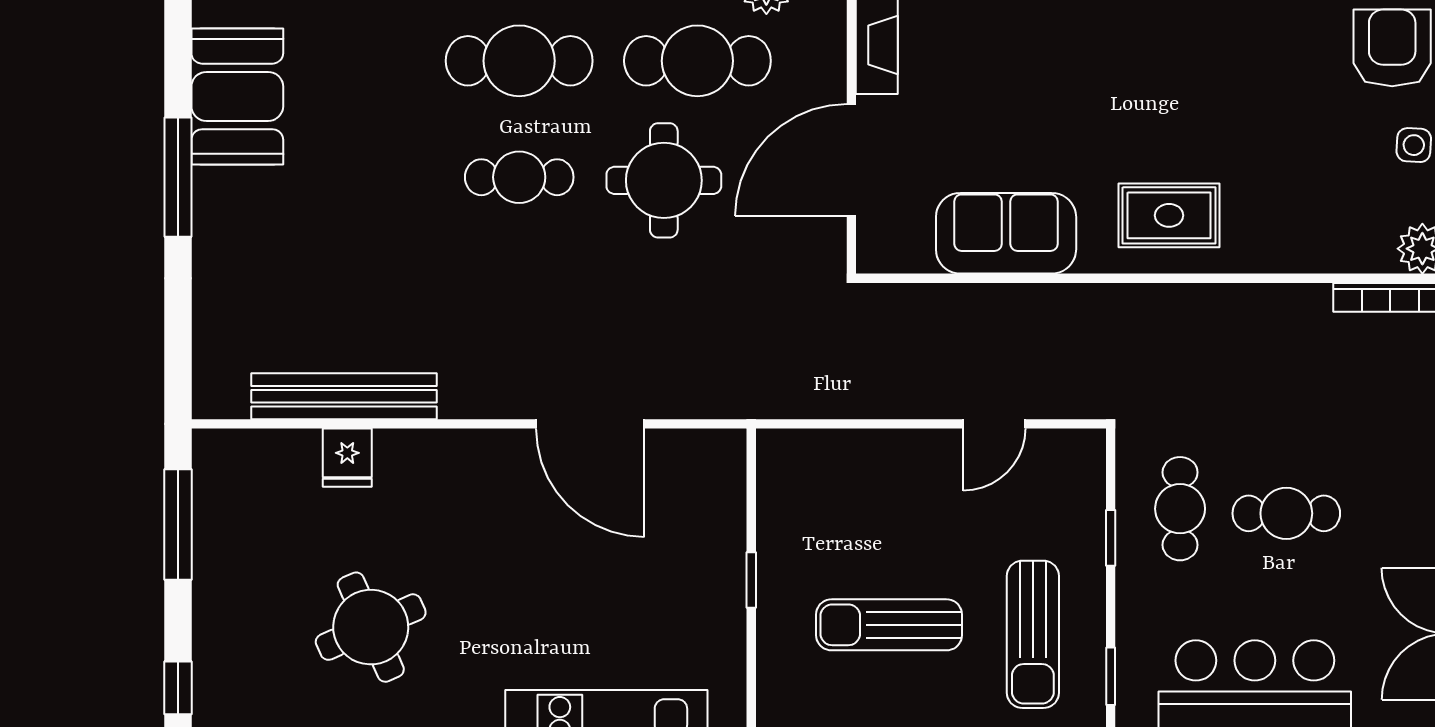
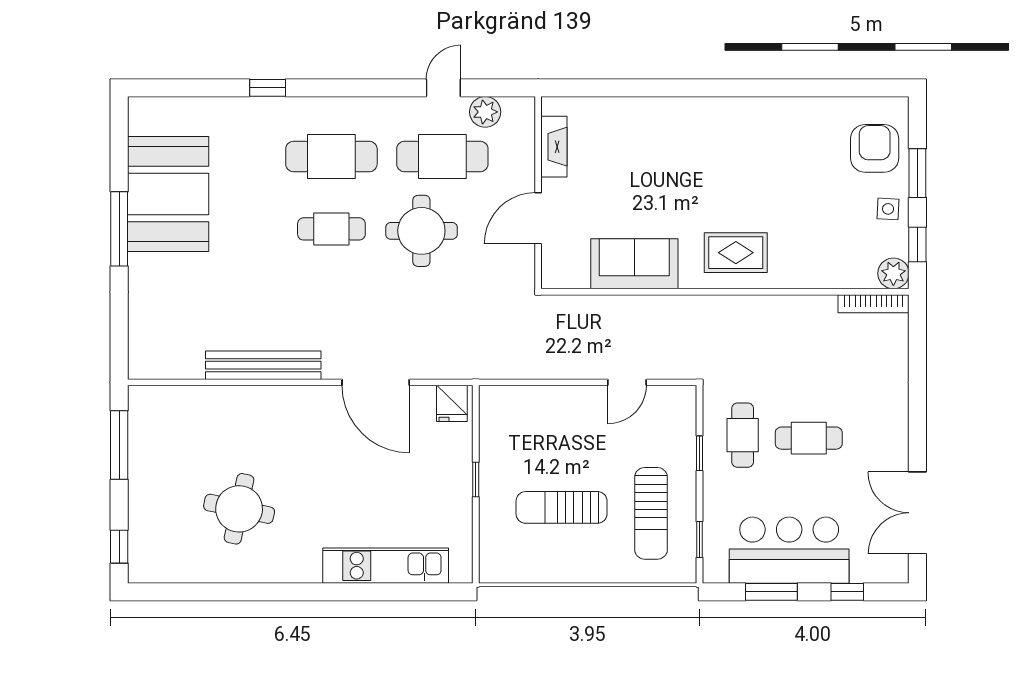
booth: (237, 96) -> (168, 194), width x1.36, depth x1.42
door: (851, 160) -> (538, 218), width x0.73
bench: (344, 396) -> (263, 365), moved
fridge: (347, 458) -> (452, 403), moved
round table: (371, 627) -> (239, 509), turned 36

